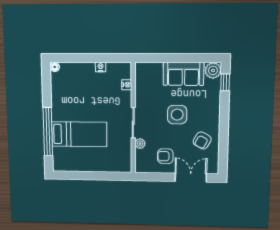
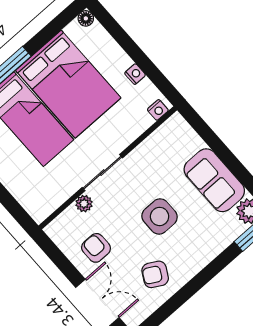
nightstand: (127, 85) -> (158, 110), moved
bed: (78, 102) -> (68, 84), added

